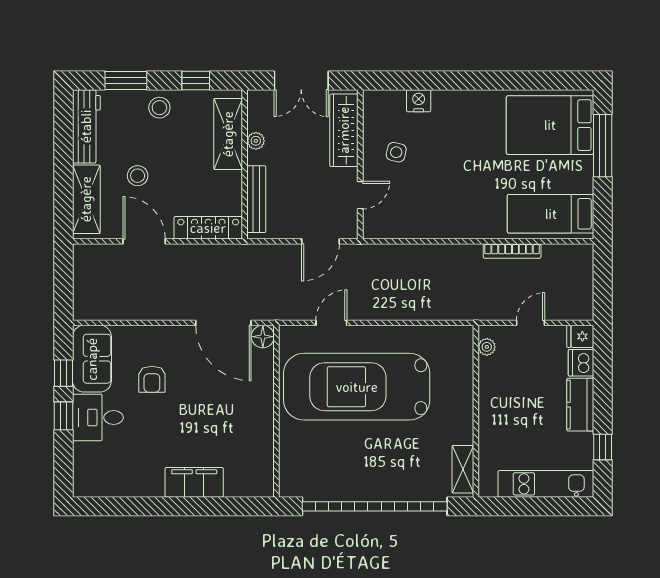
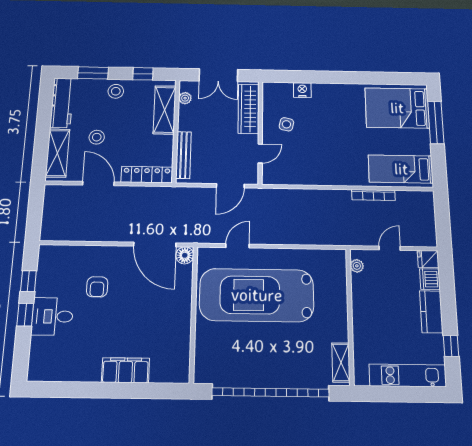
plant: (256, 141) -> (185, 98), moved
sofa: (92, 359) -> (52, 270), removed

